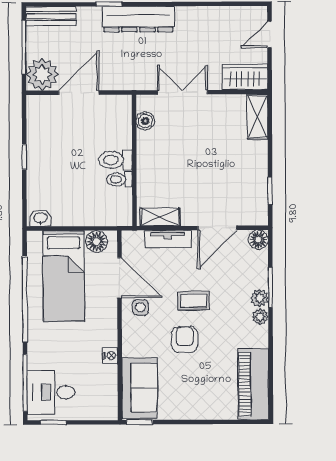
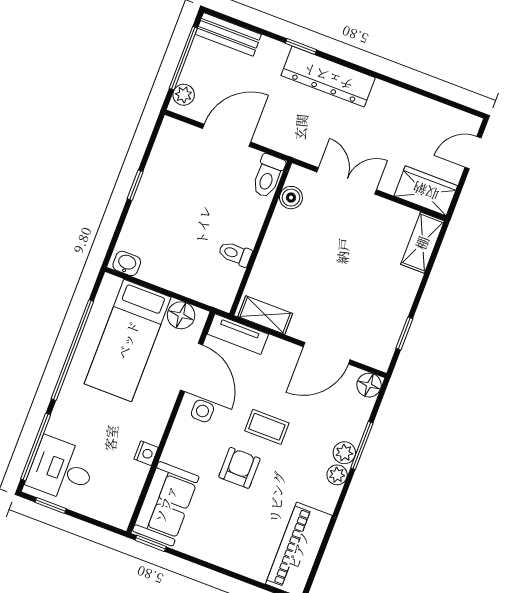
plant: (42, 75) -> (184, 95), width x0.53, depth x0.53
toilet: (115, 160) -> (268, 176), moved, turned -90
tv unit: (168, 239) -> (238, 334), moved

